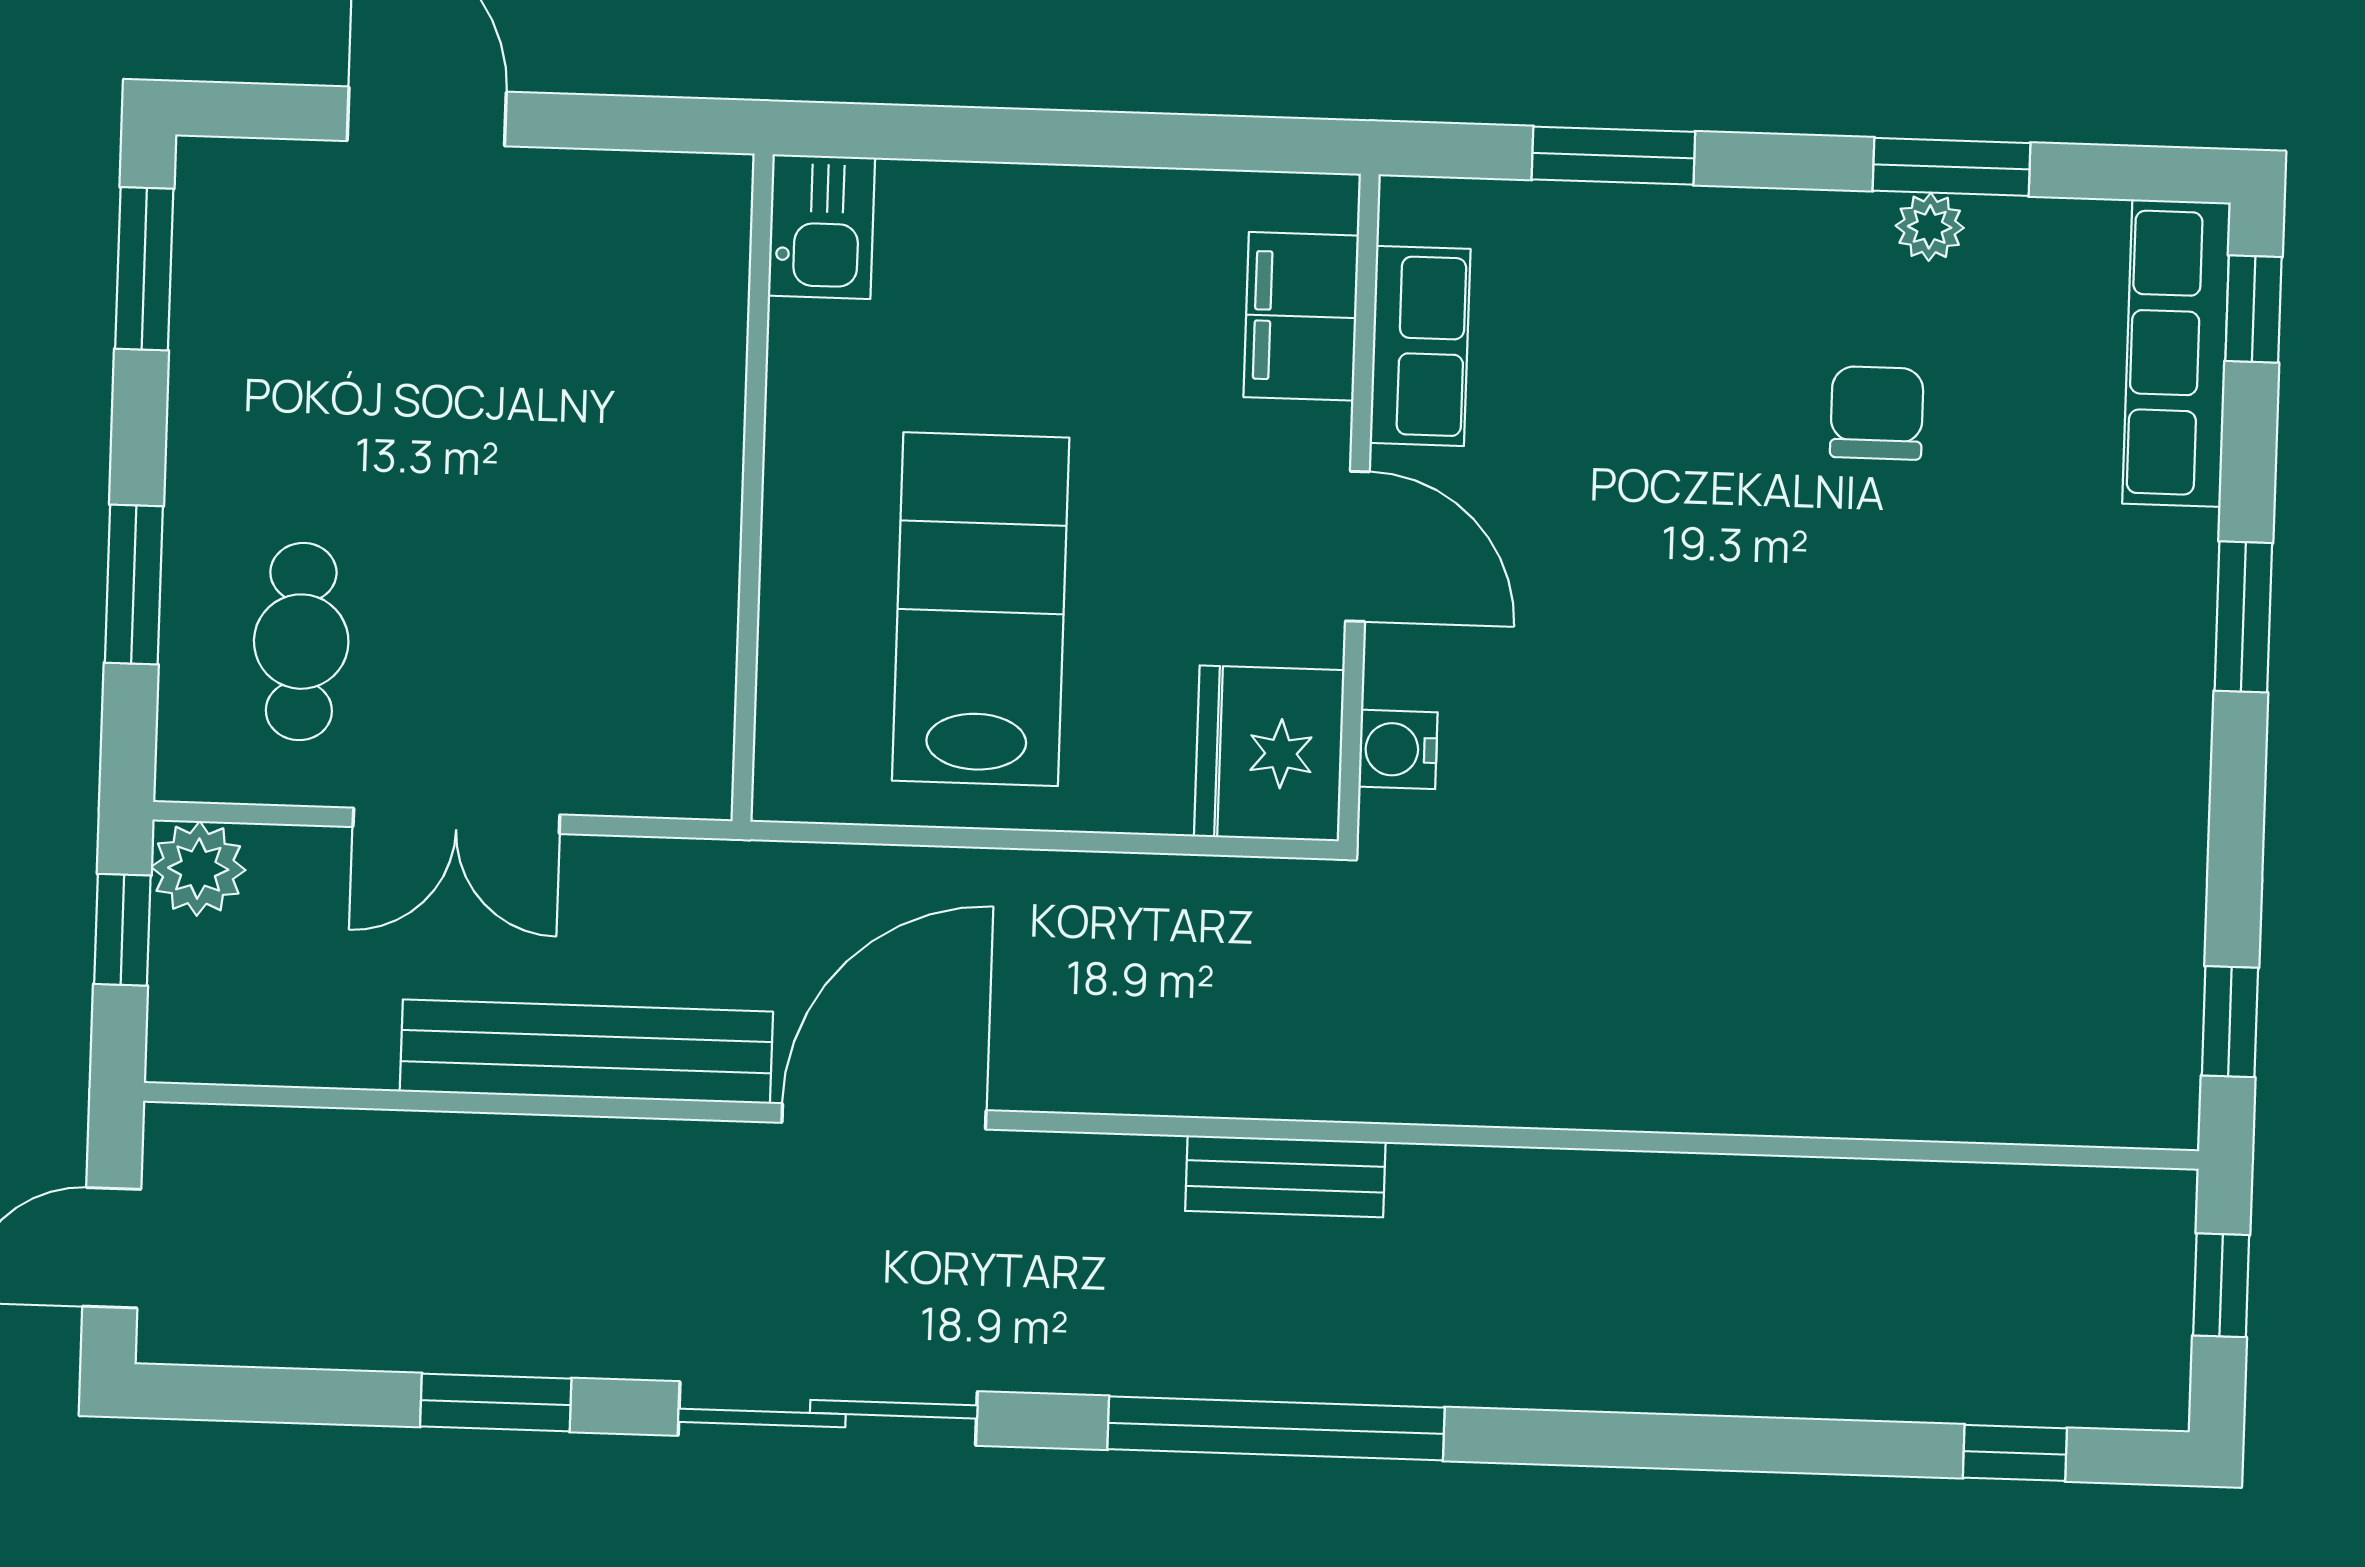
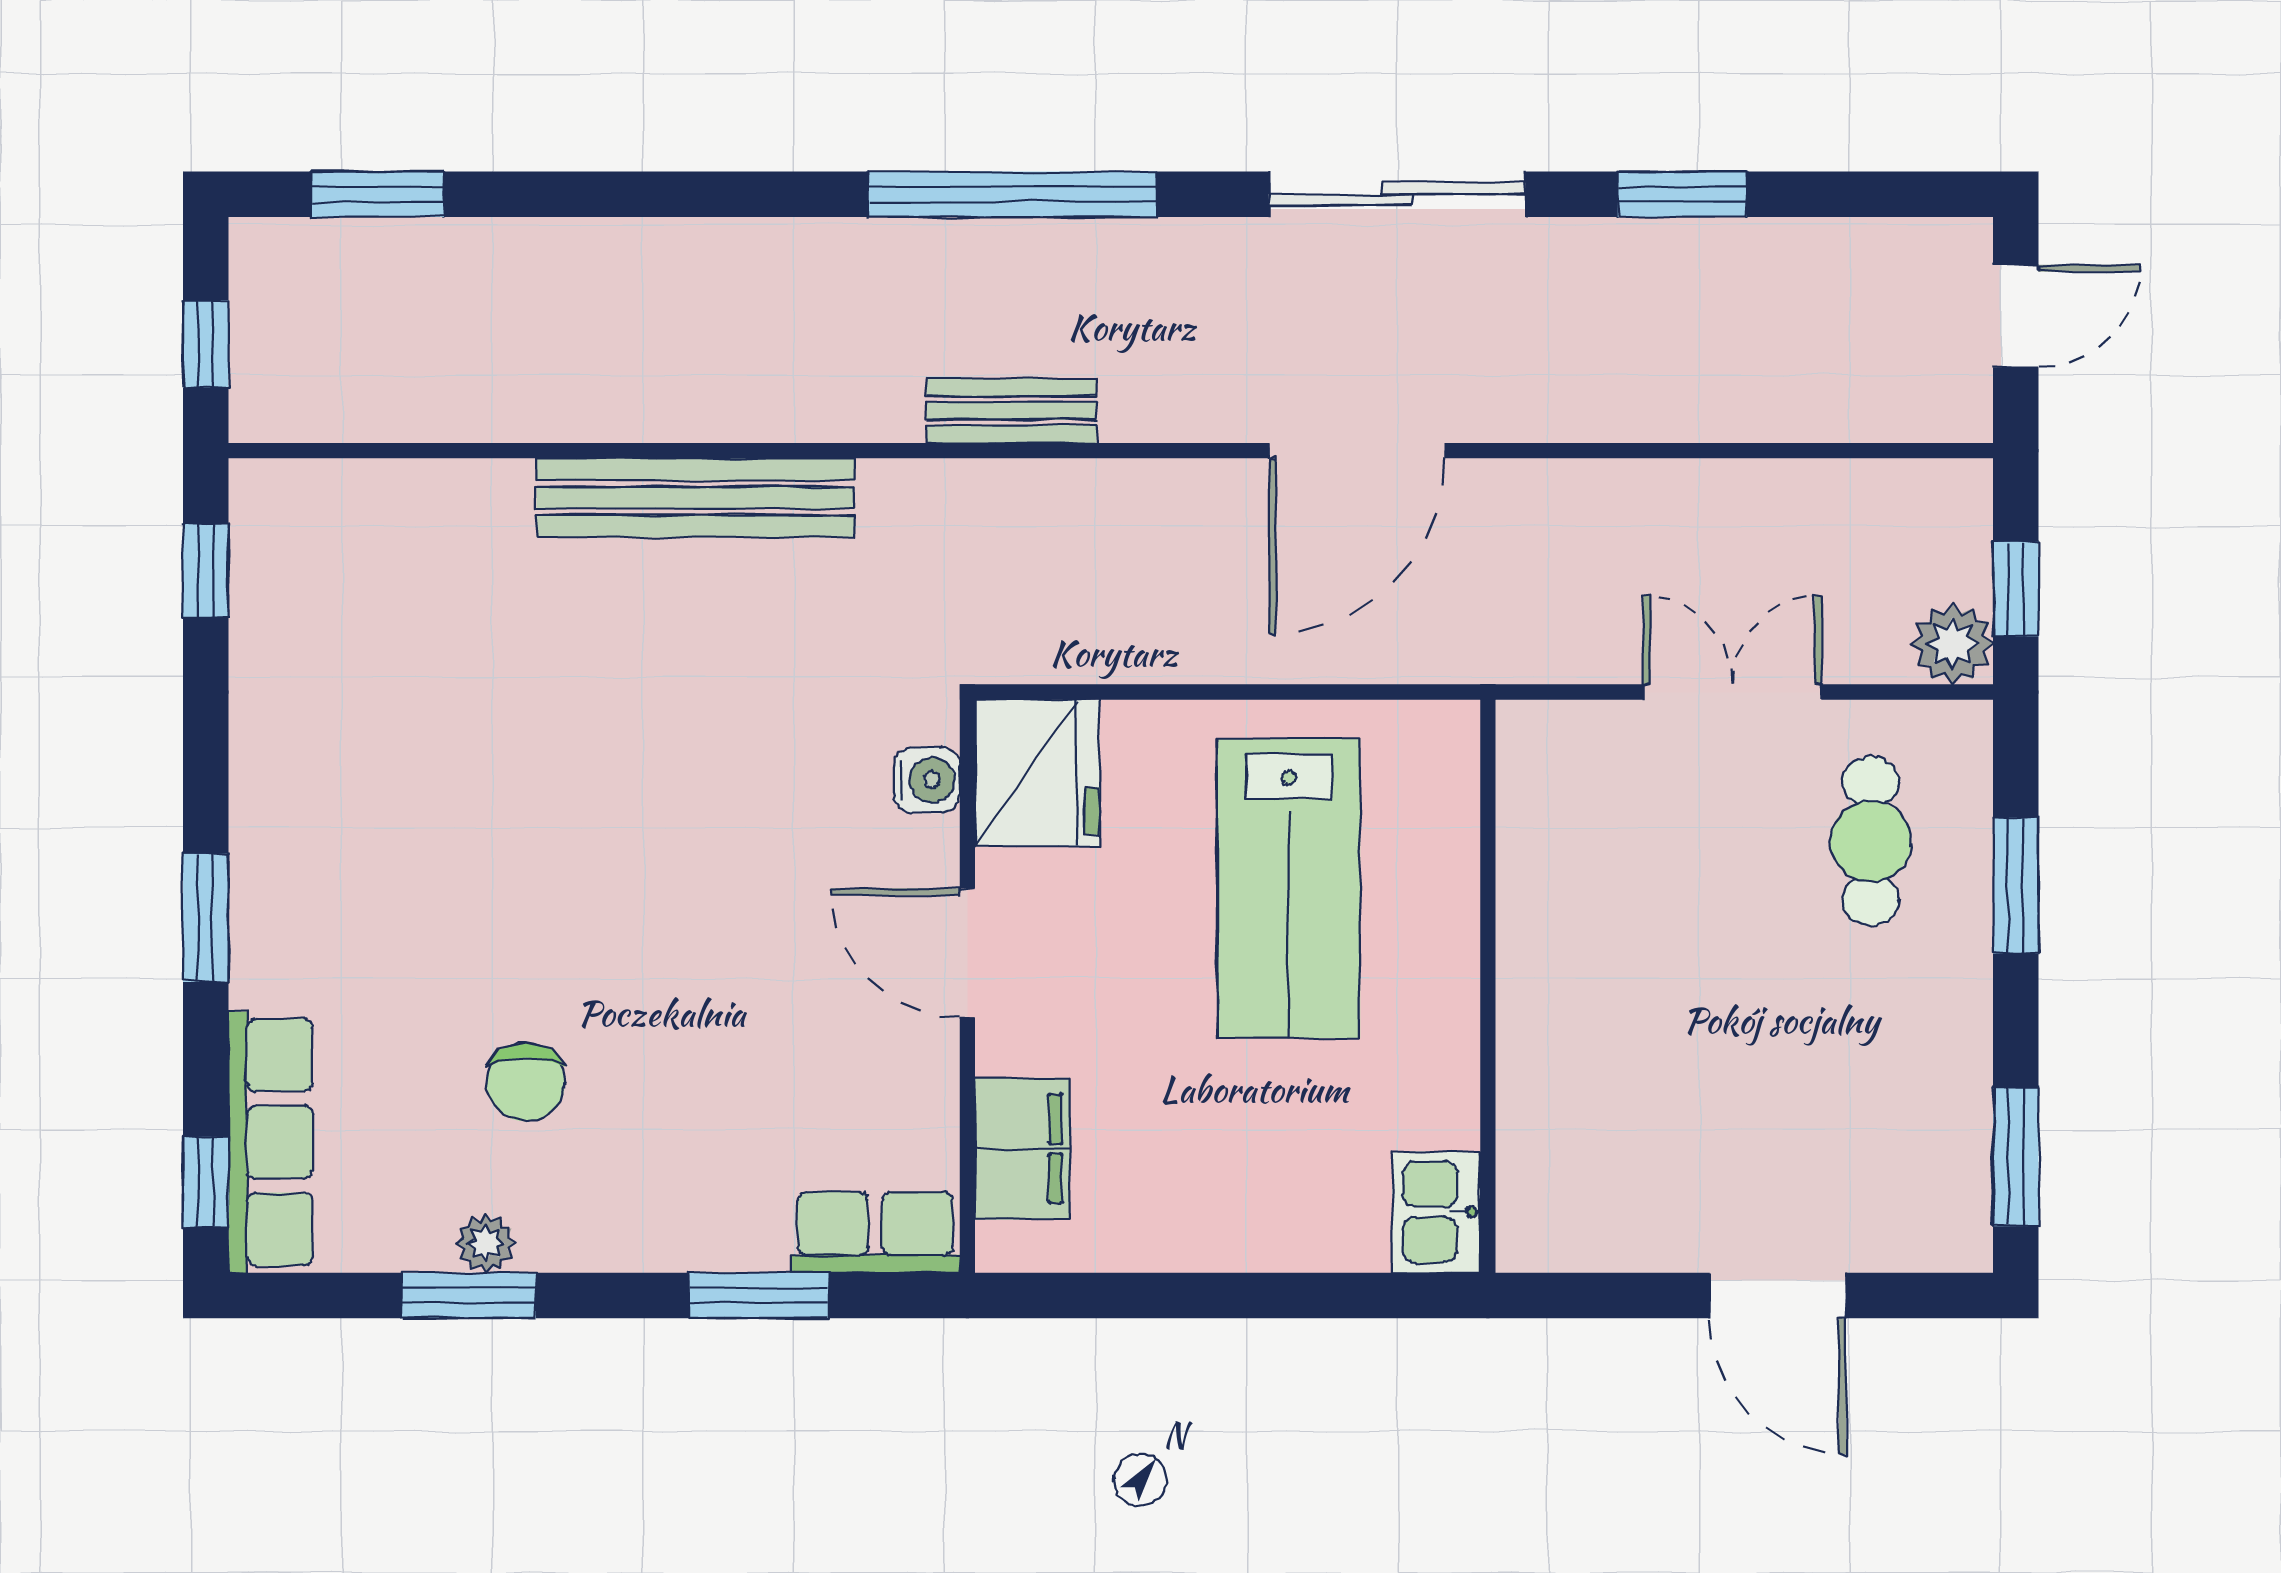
row of seats: (1420, 346) -> (875, 1232), moved, turned 90
bench: (586, 1052) -> (695, 498), moved
window: (2015, 1453) -> (378, 194), width x1.50

